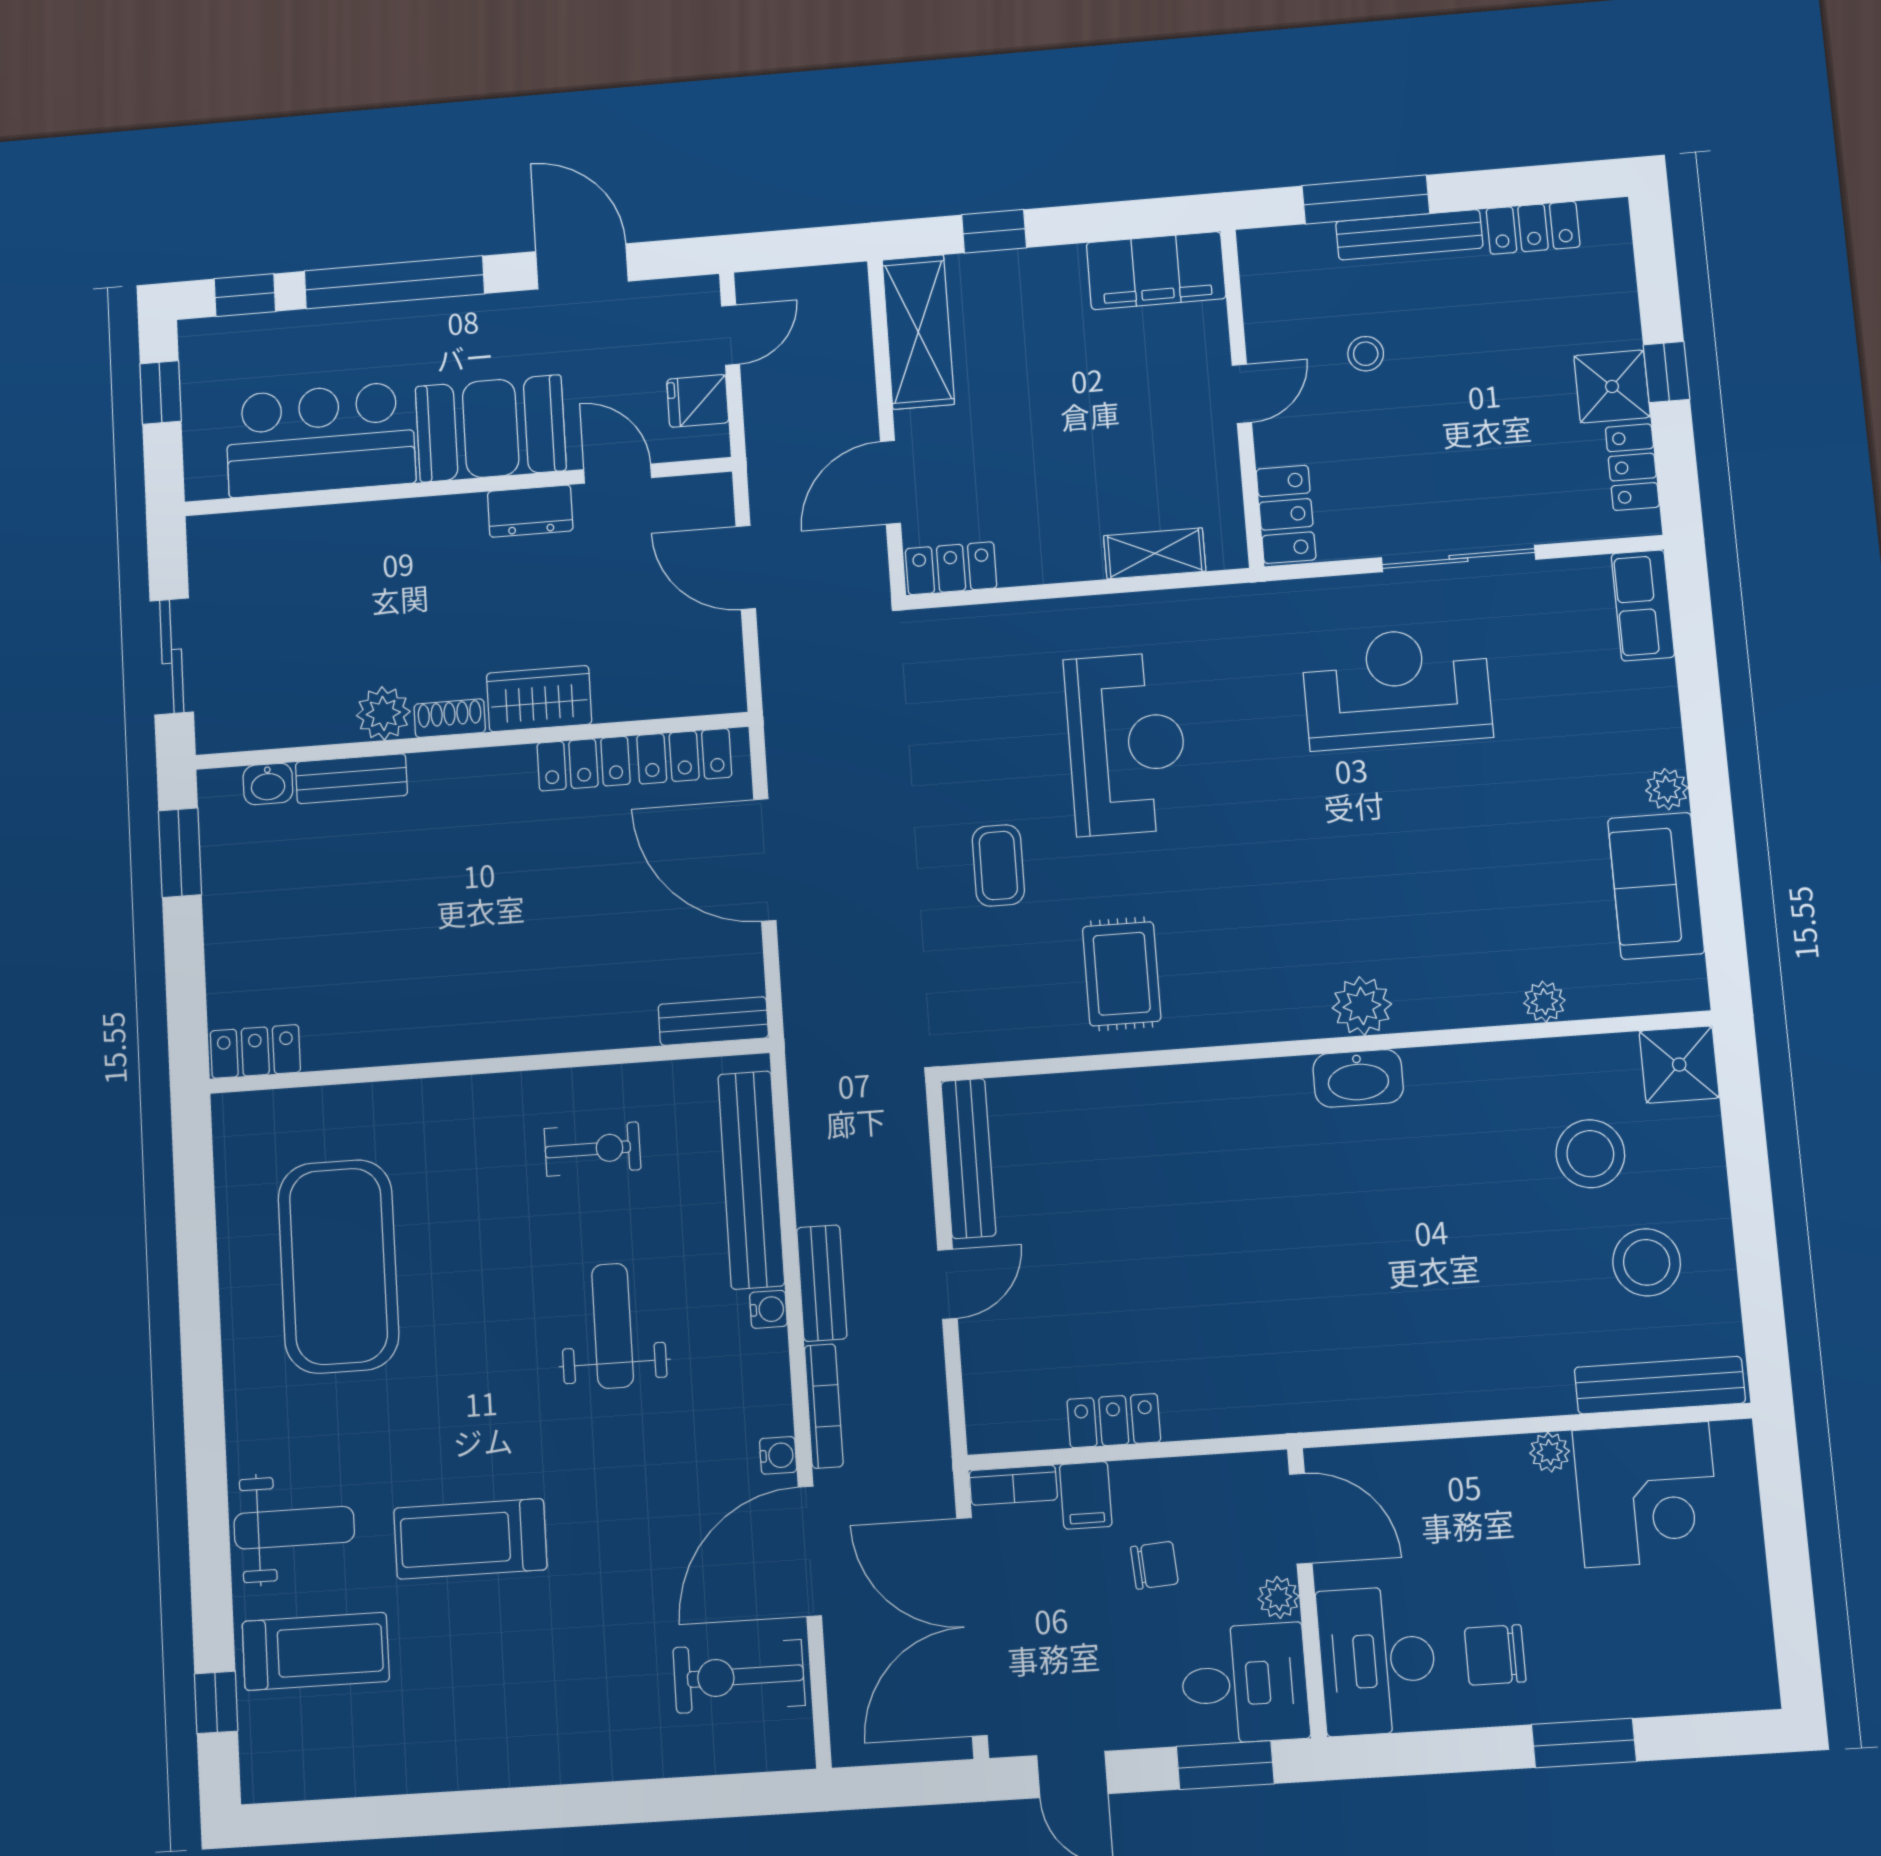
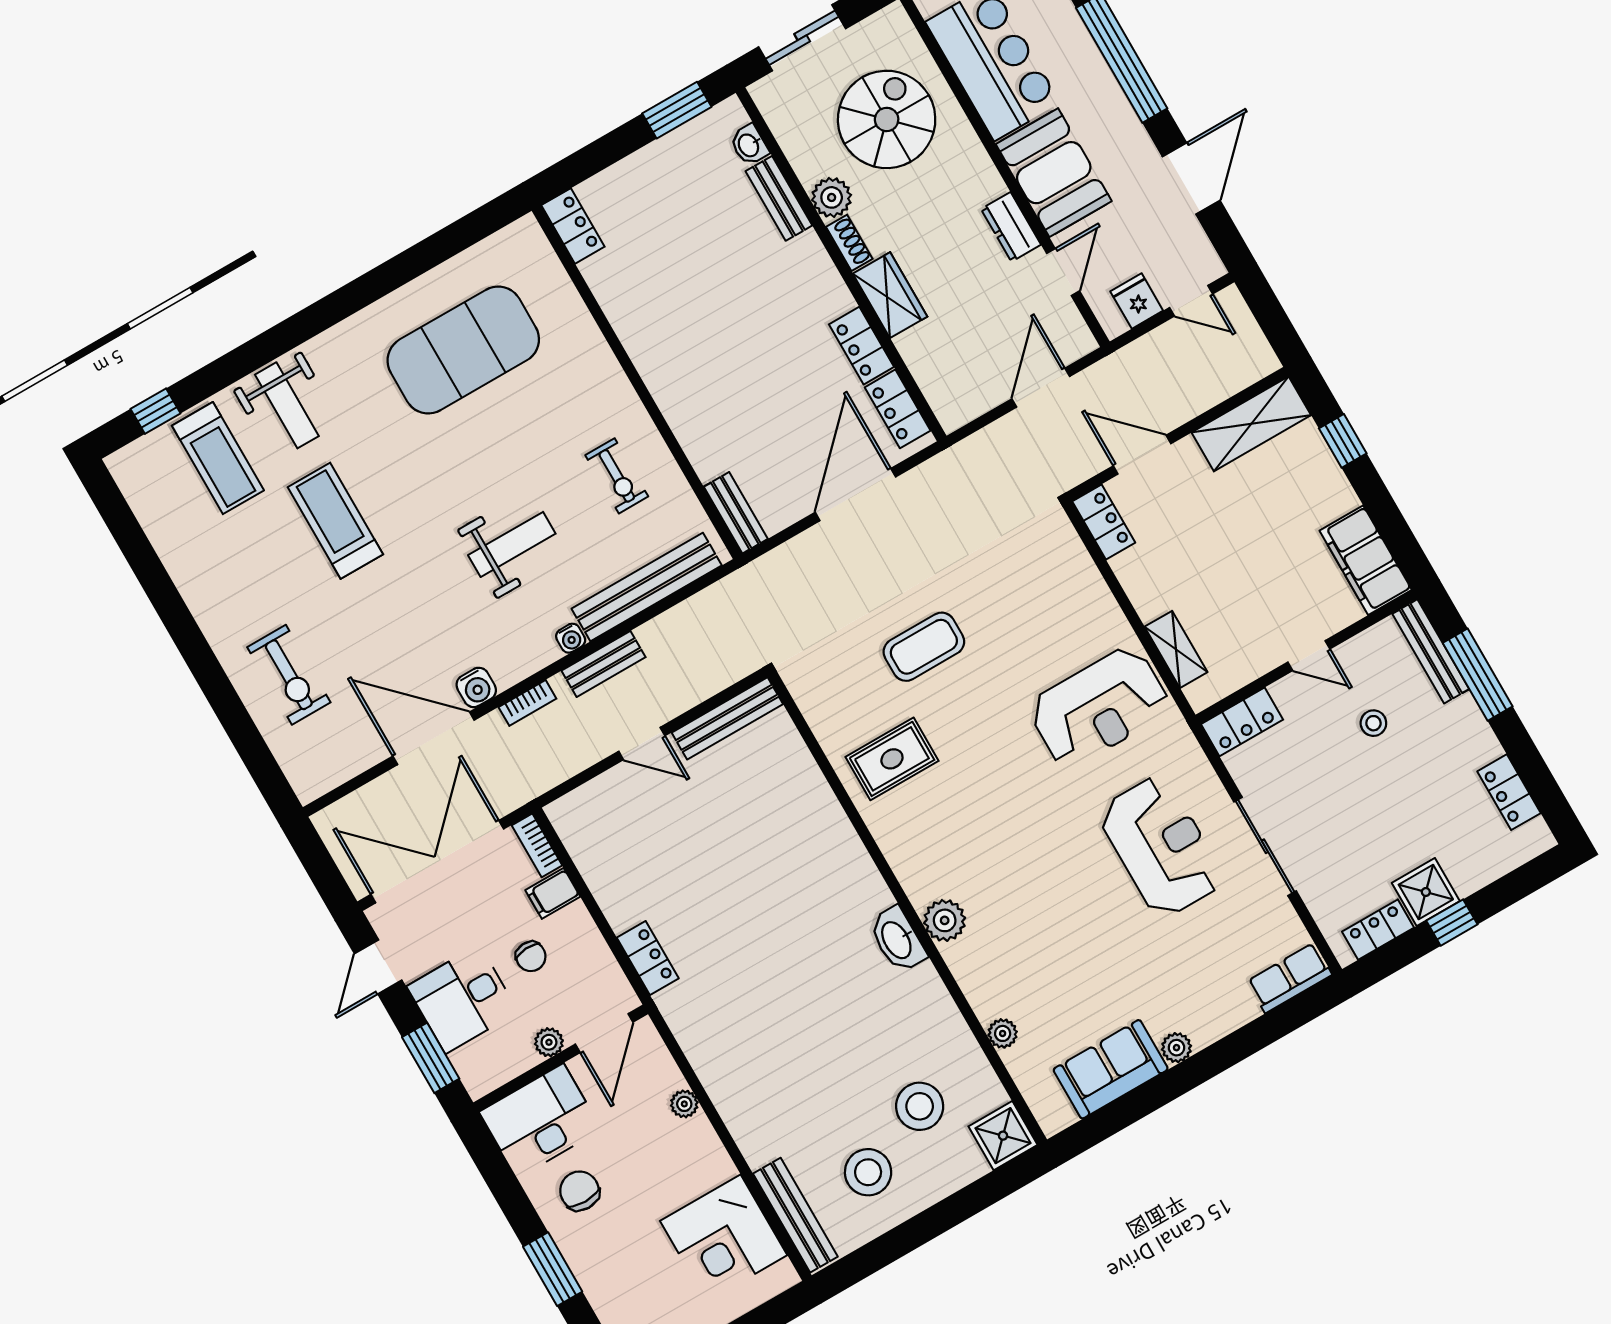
bench: (1409, 235) -> (1431, 651), moved
spiral stairs: (323, 601) -> (887, 119), added
reception desk: (1126, 744) -> (1099, 707), moved
coffee table: (998, 865) -> (924, 647), width x1.36, depth x1.30
bookcase: (824, 1406) -> (527, 703), width x0.64
locker: (1114, 1421) -> (648, 958), moved
plant: (1550, 1452) -> (684, 1104), moved
water cooler: (778, 1455) -> (476, 687), width x1.38, depth x1.38
exercise bike: (739, 1676) -> (289, 675), moved, turned 180
desk: (1245, 1684) -> (462, 999), moved, turned 90

